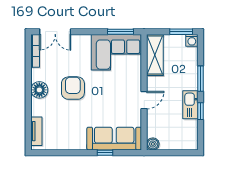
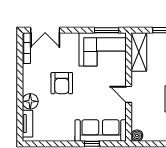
armchair: (73, 88) -> (62, 83), turned 180
floor lamp: (39, 90) -> (30, 101), moved
door: (144, 100) -> (129, 94), swing flipped

